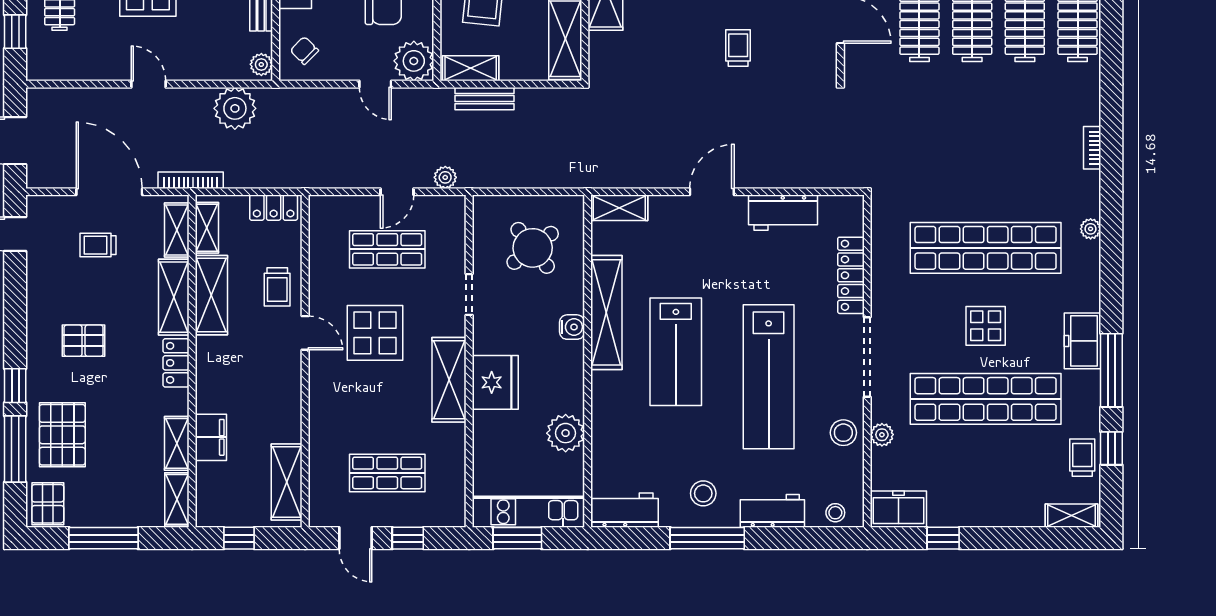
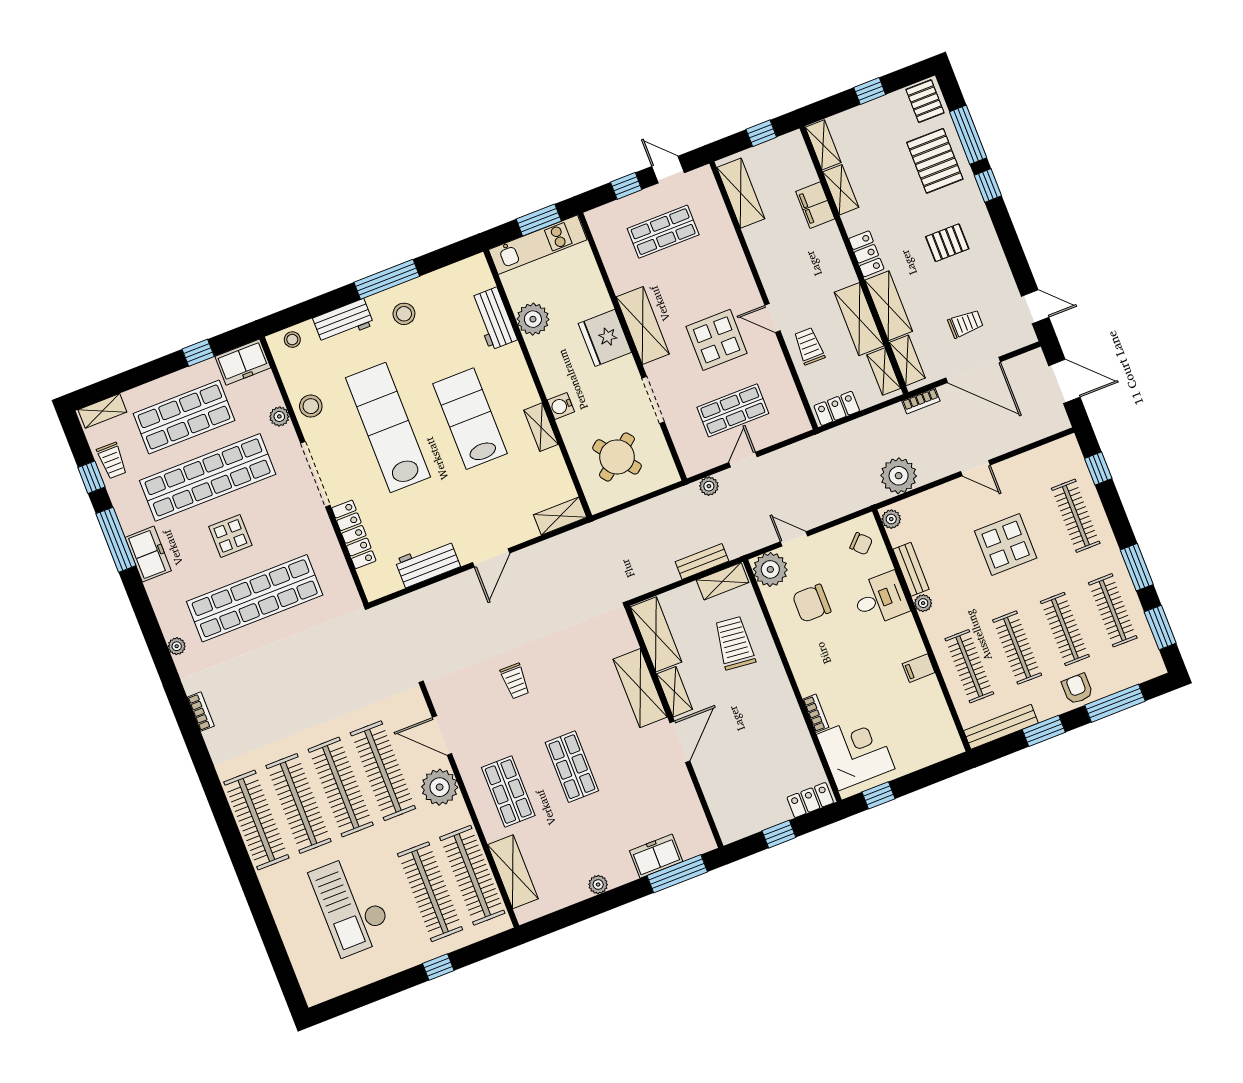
bookcase: (191, 180) -> (921, 401), width x0.64
doorway: (469, 294) -> (653, 400), width x1.38
shelving: (606, 312) -> (541, 427), width x0.45, depth x0.75
shop shelf: (986, 475) -> (184, 417), added
workbench: (625, 510) -> (494, 319), moved, turned 90
window: (104, 538) -> (870, 91), width x0.46

